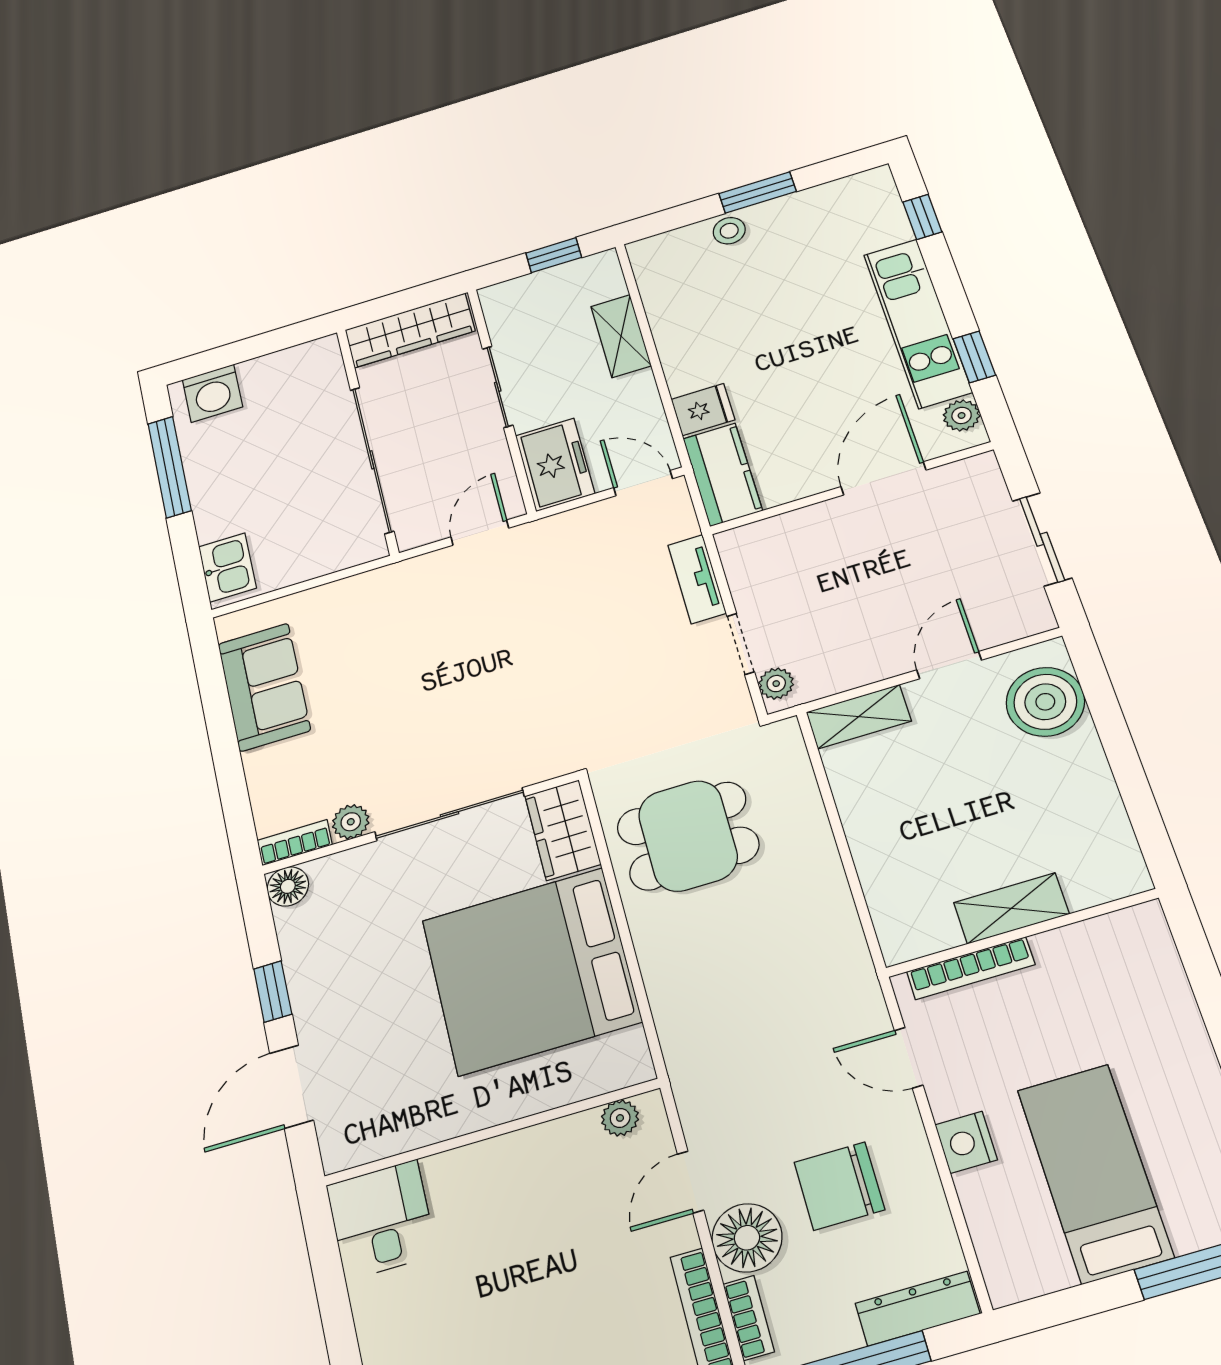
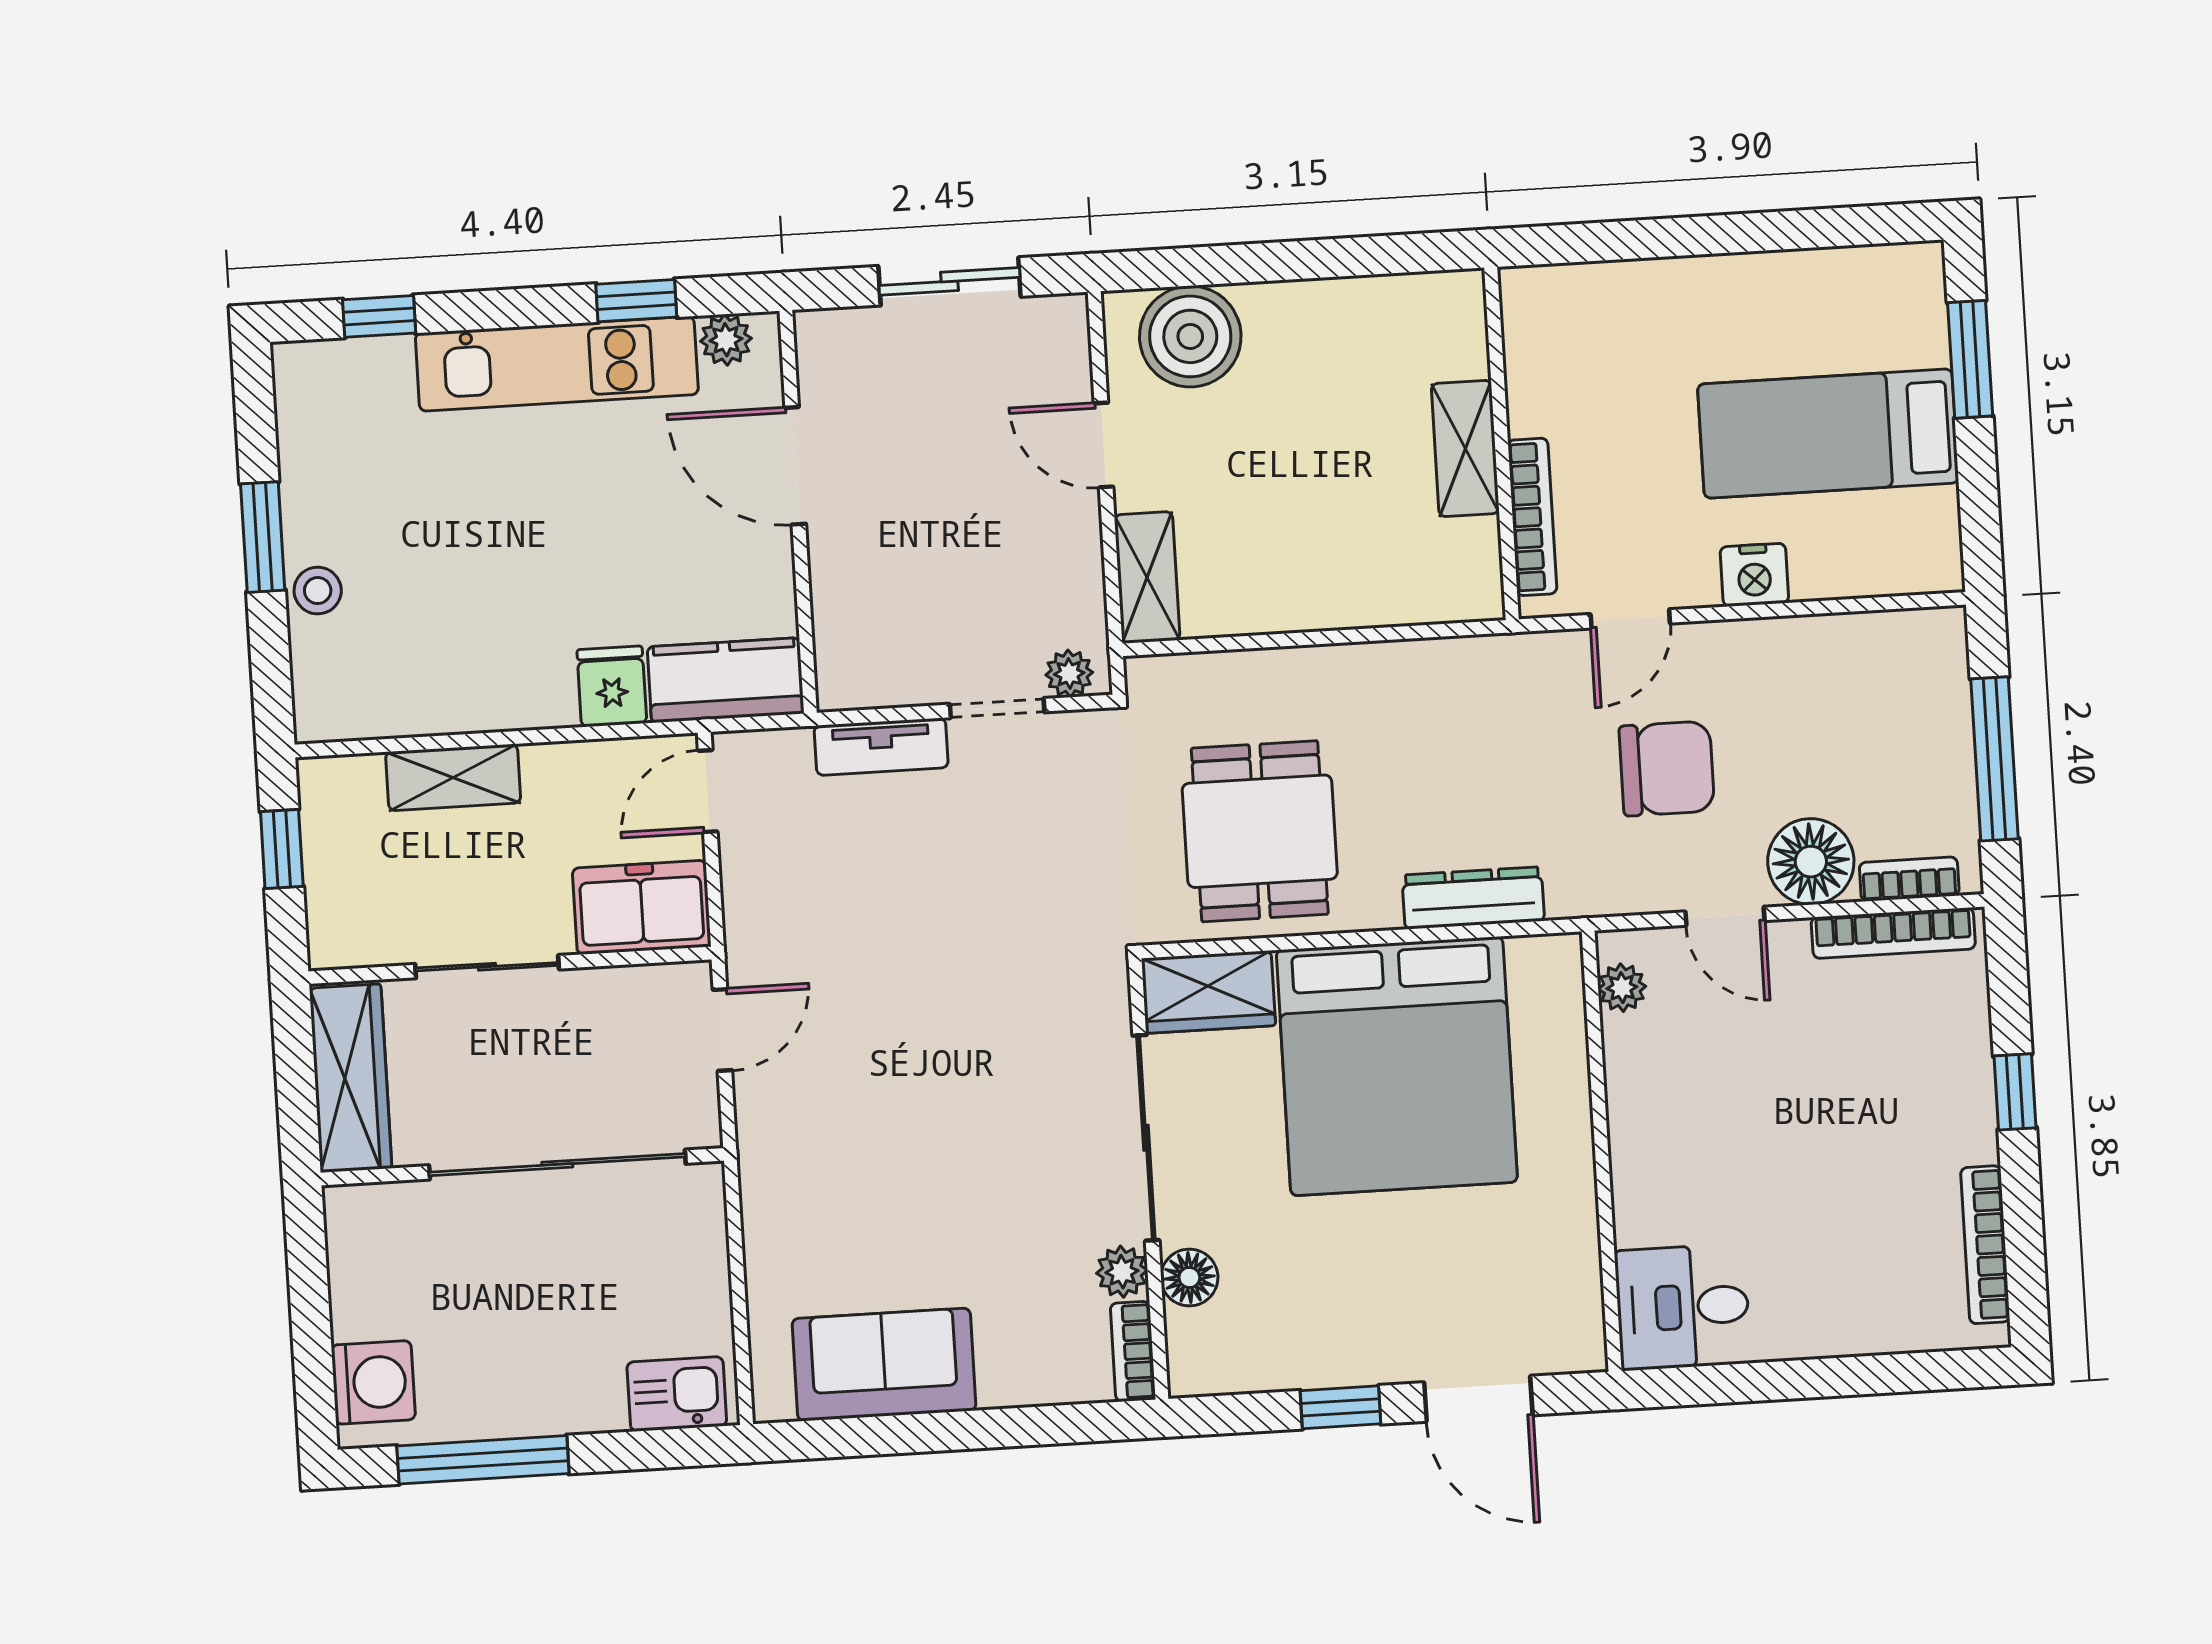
door: (480, 533) -> (722, 1030), swing flipped
floor lamp: (288, 886) -> (1189, 1277), moved
chair: (839, 1186) -> (1667, 768), moved, turned -90
dresser: (917, 1309) -> (1473, 898), moved, turned 90

